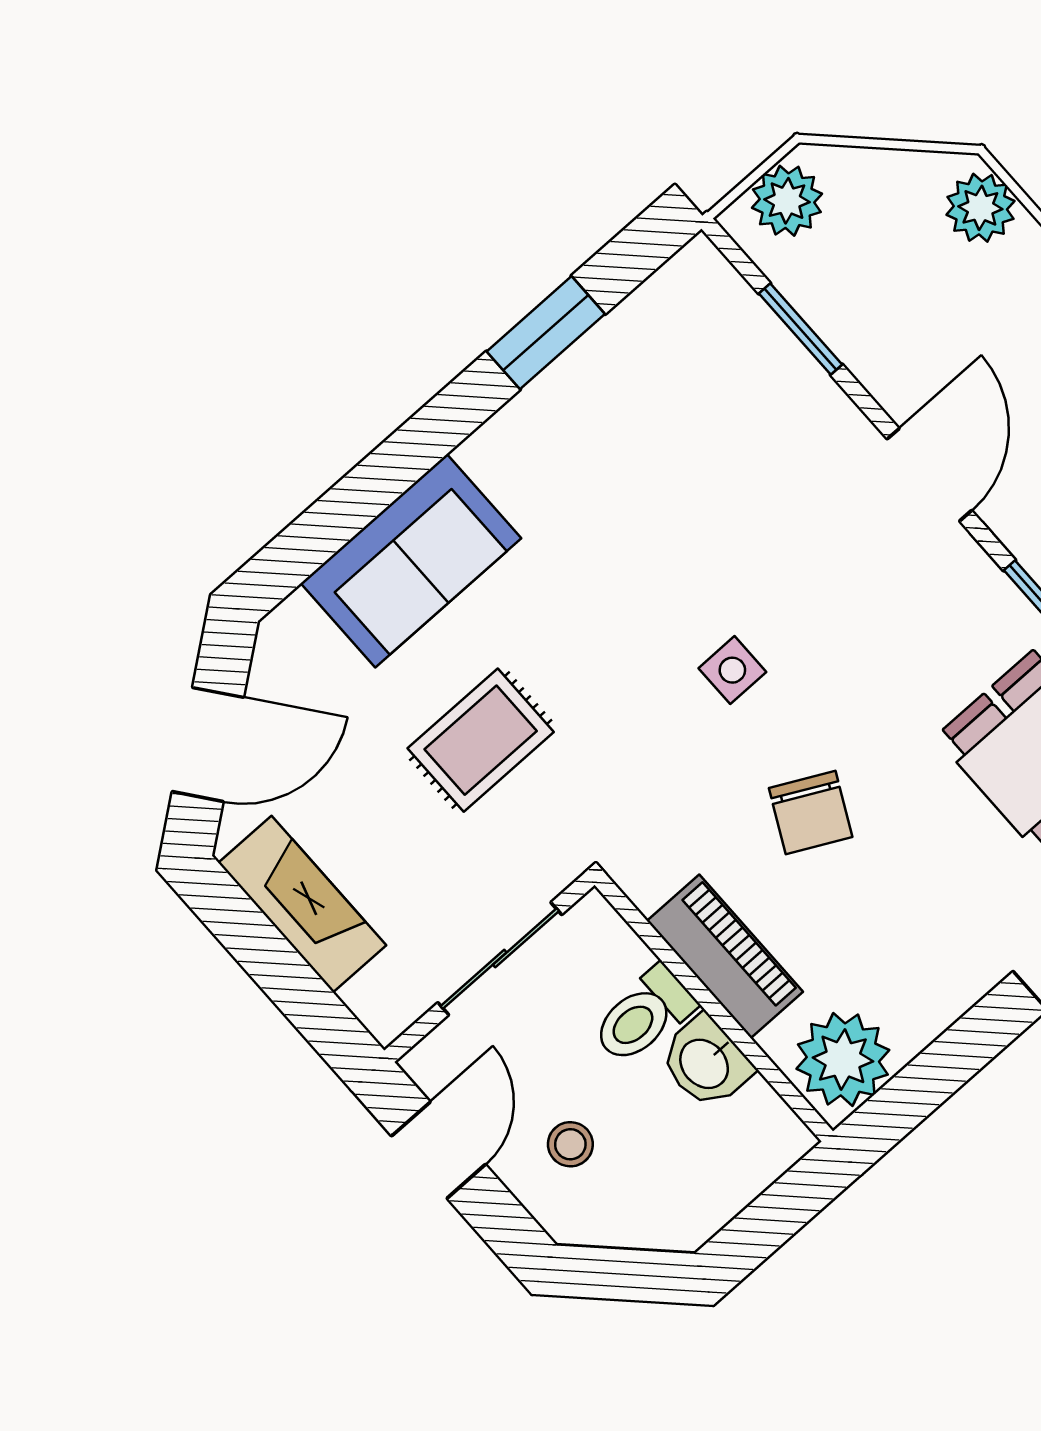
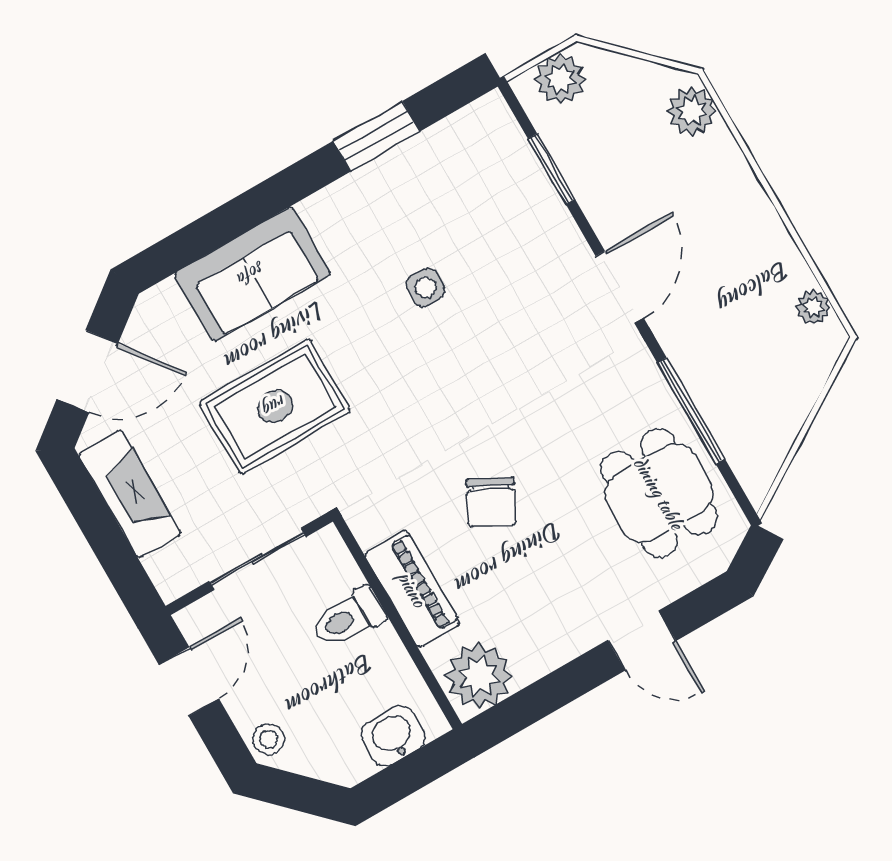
side table: (732, 670) -> (426, 287), moved
rug: (481, 740) -> (275, 406), width x1.36, depth x1.43
washbasin: (706, 1062) -> (393, 736), moved, turned 90
stool: (570, 1144) -> (269, 739), moved

